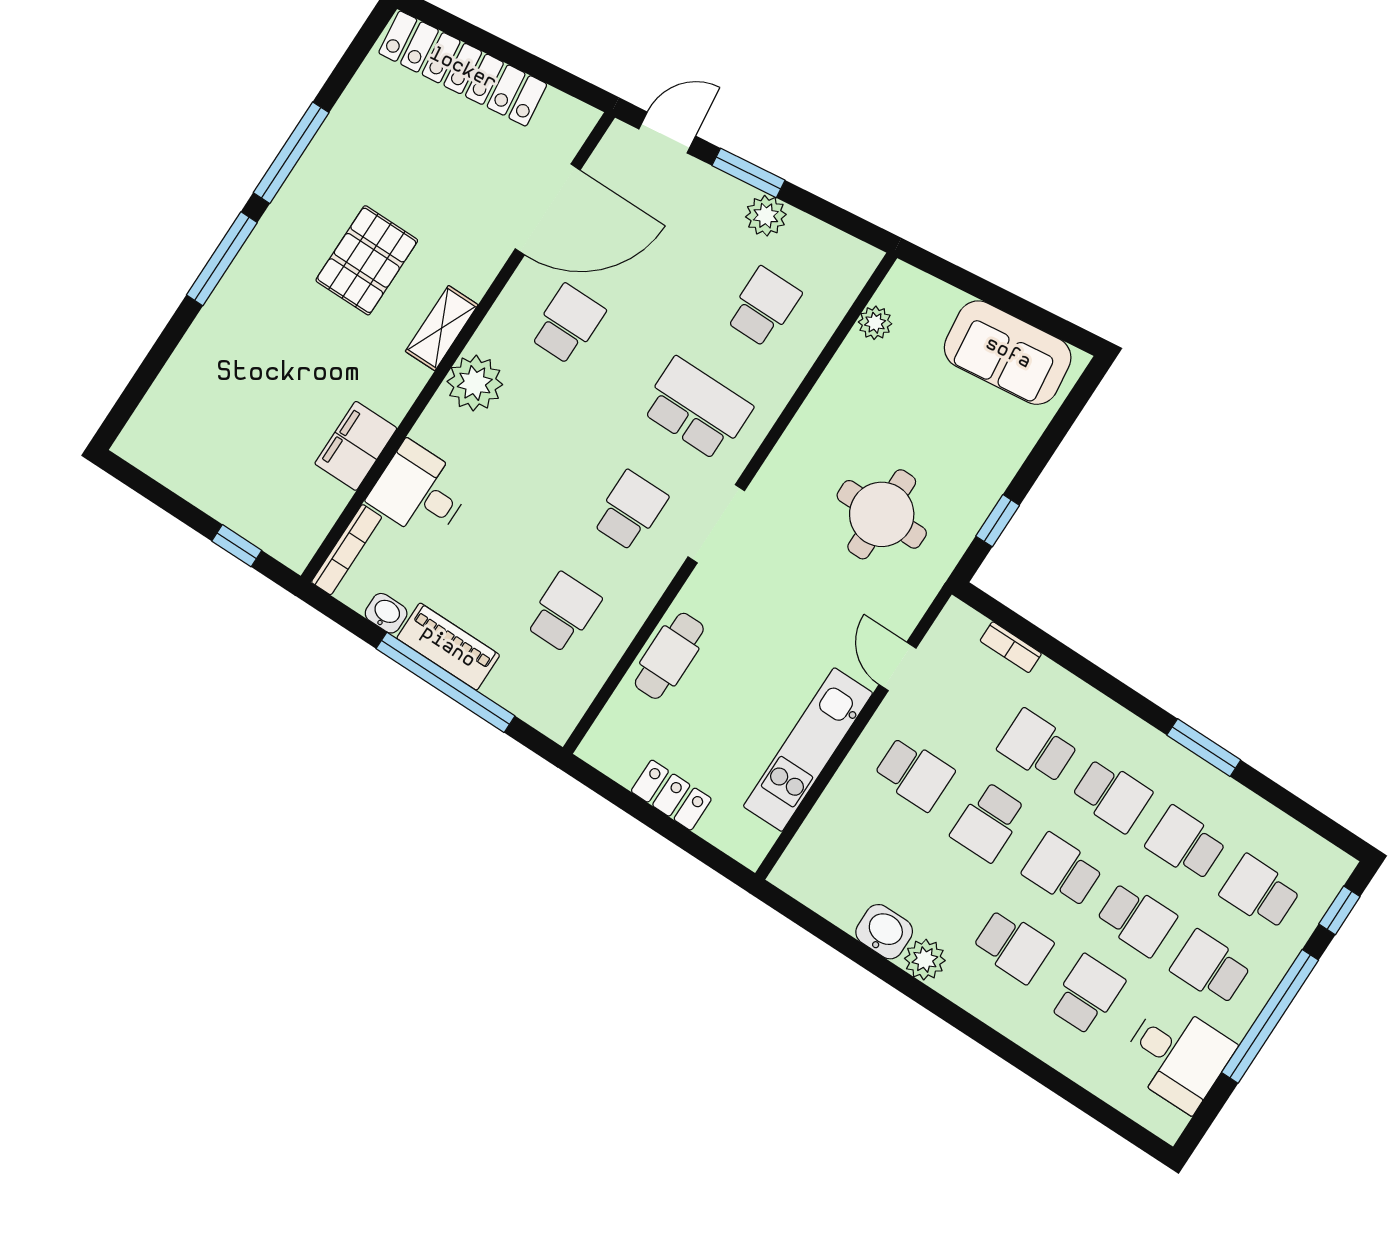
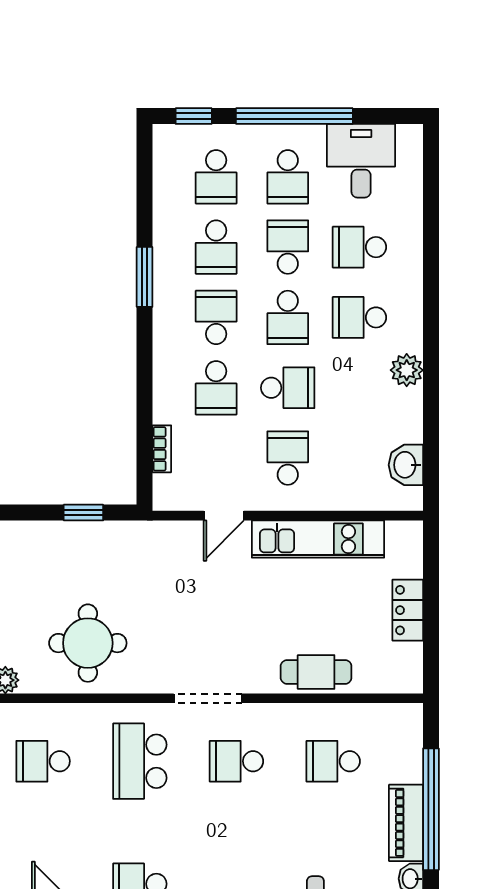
round table: (882, 514) -> (88, 643), moved
washbasin: (884, 932) -> (406, 465), moved
school desk: (1013, 946) -> (359, 317), turned -90

